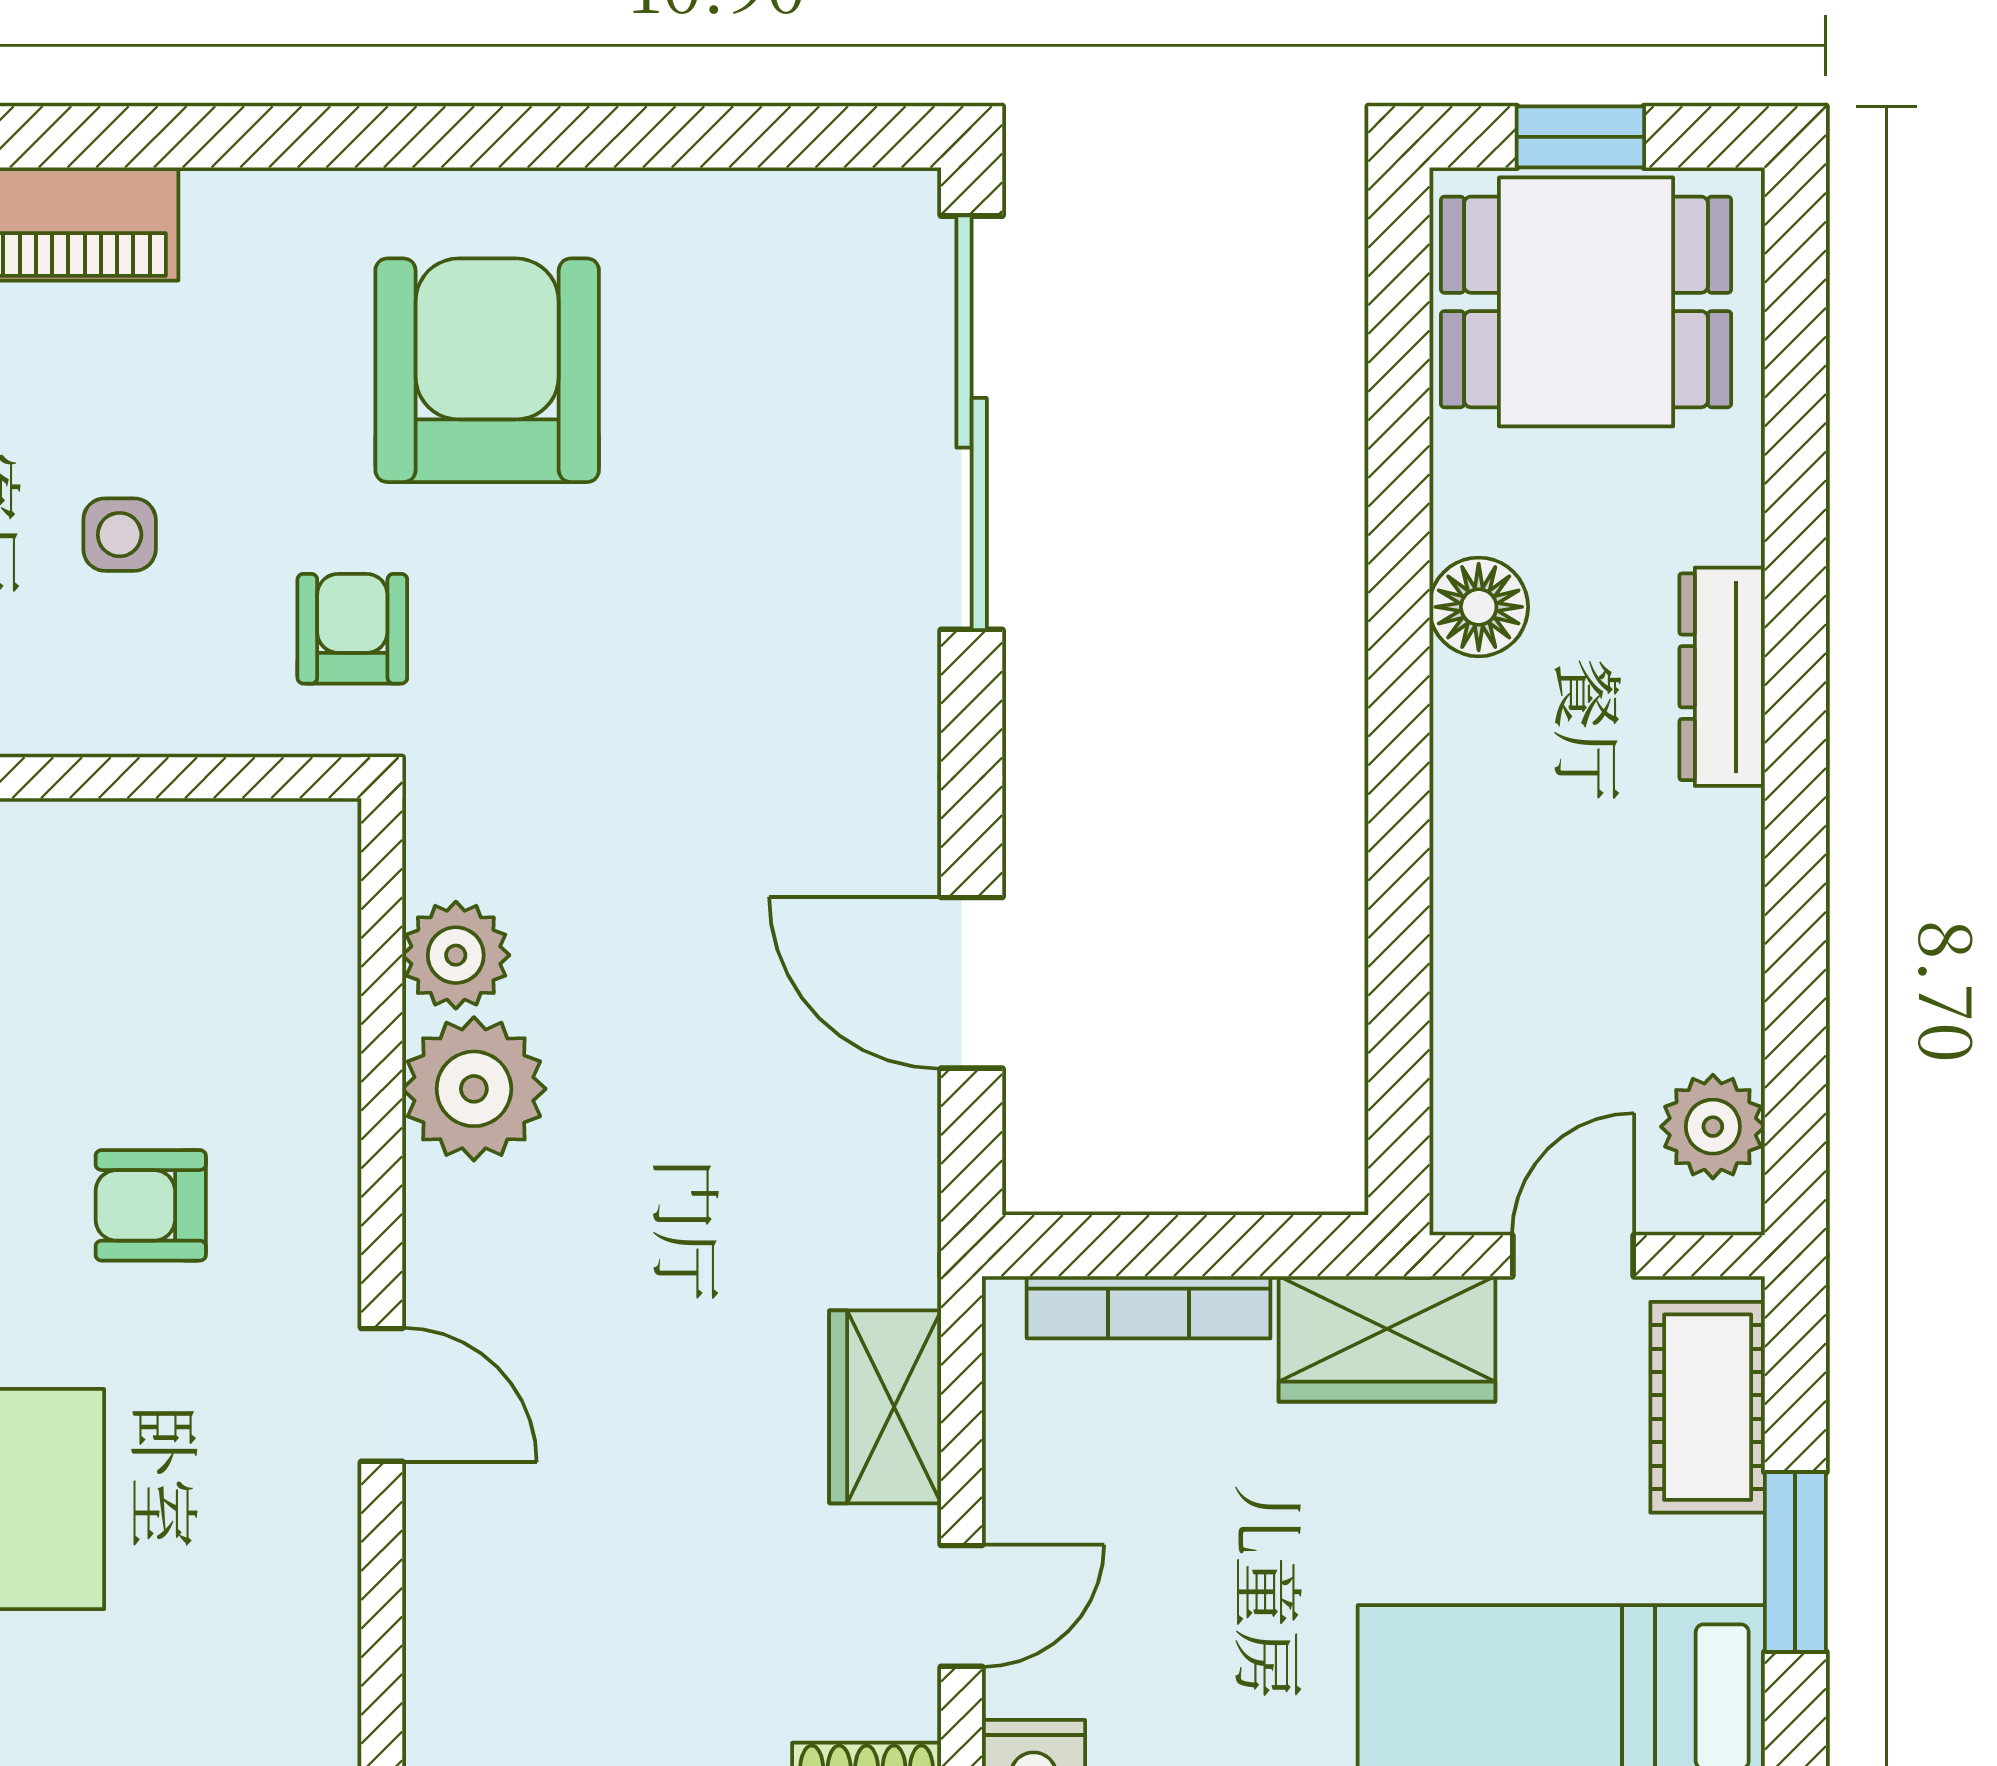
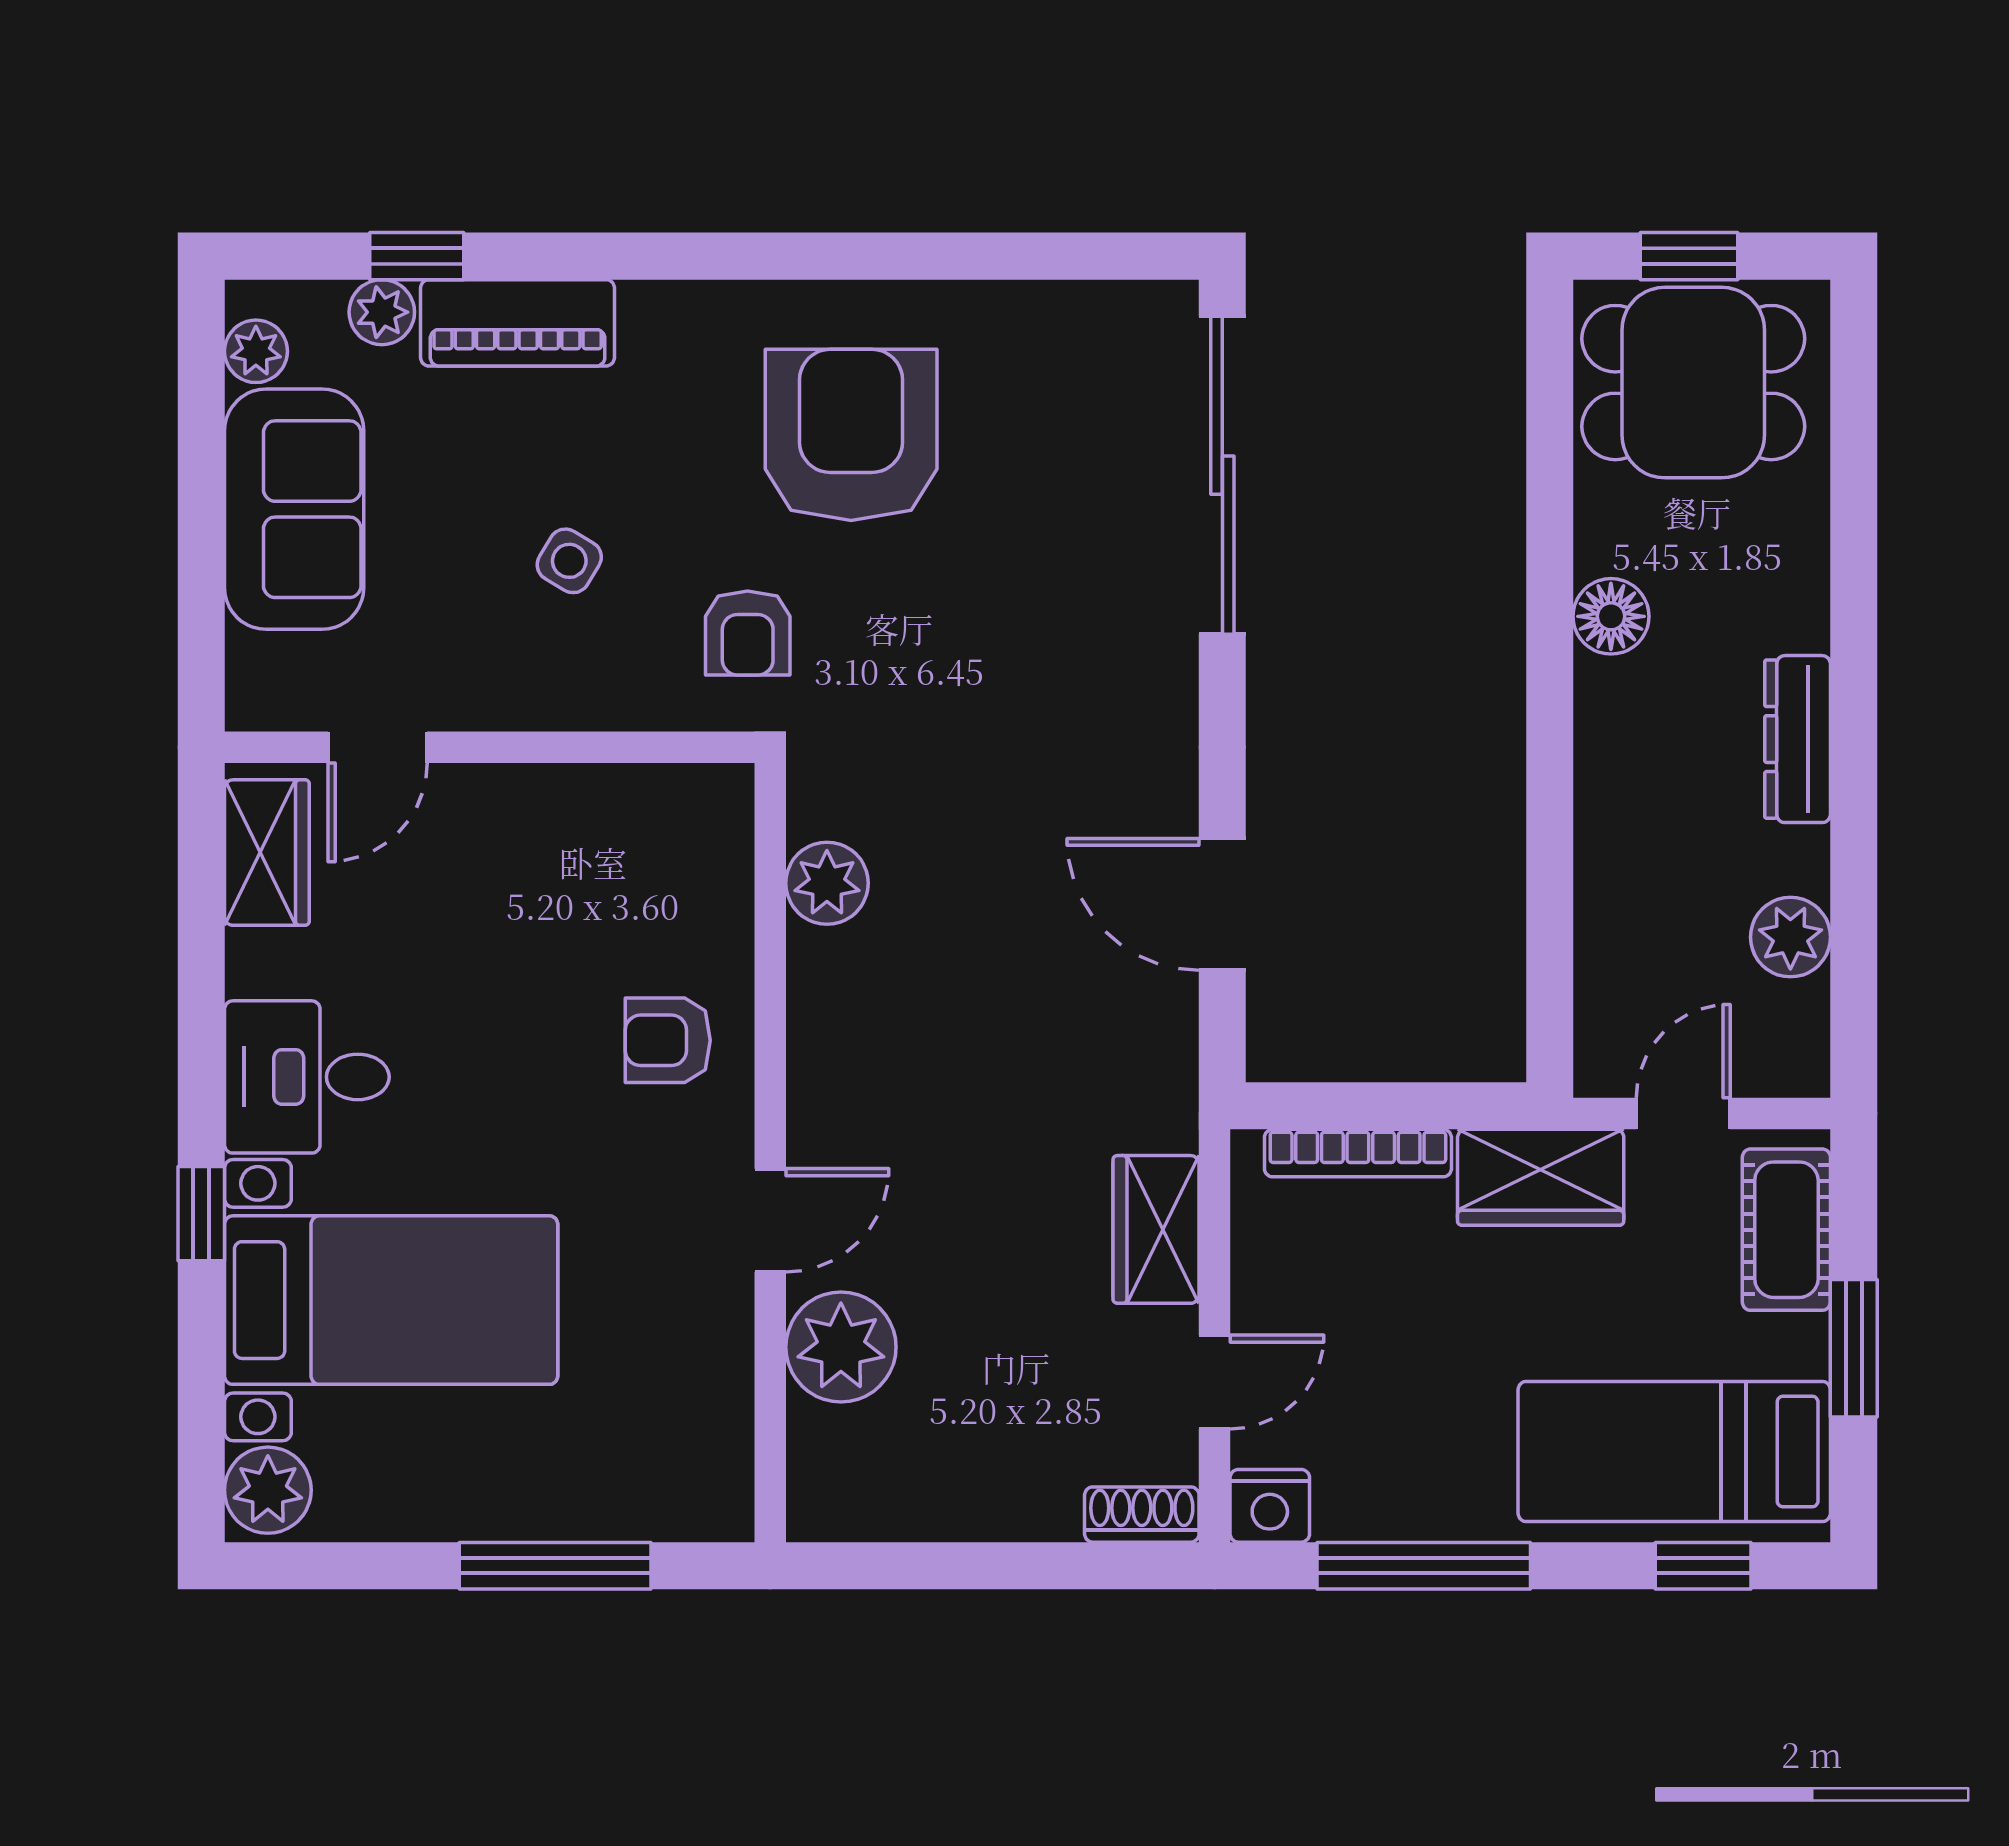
side table: (120, 535) -> (569, 561), turned 31
armchair: (352, 629) -> (748, 633), turned 180
dresser: (1722, 677) -> (1798, 739), moved
plant: (474, 1089) -> (841, 1347), moved
plant: (1713, 1127) -> (1790, 937), moved
armchair: (151, 1205) -> (668, 1040), moved
door: (382, 1395) -> (770, 1220), hinge flipped

